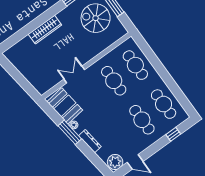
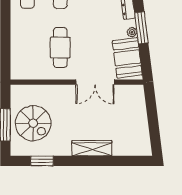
cafe table: (135, 65) -> (27, 48), removed
double door: (74, 74) -> (95, 82), width x1.37

